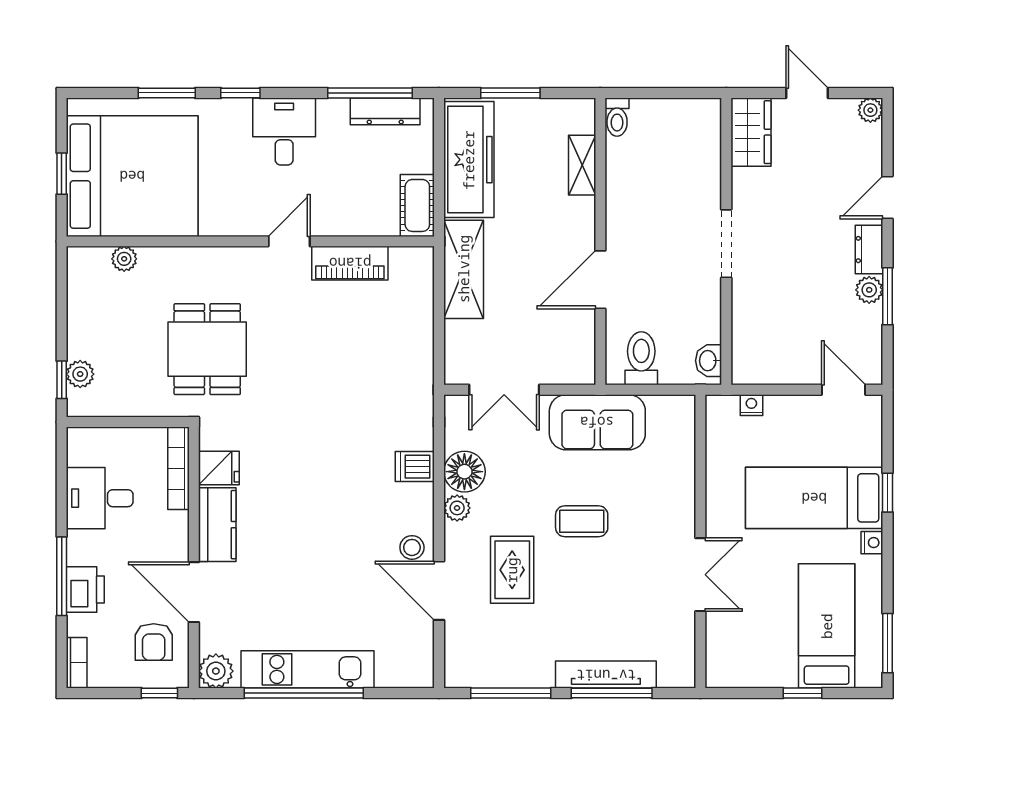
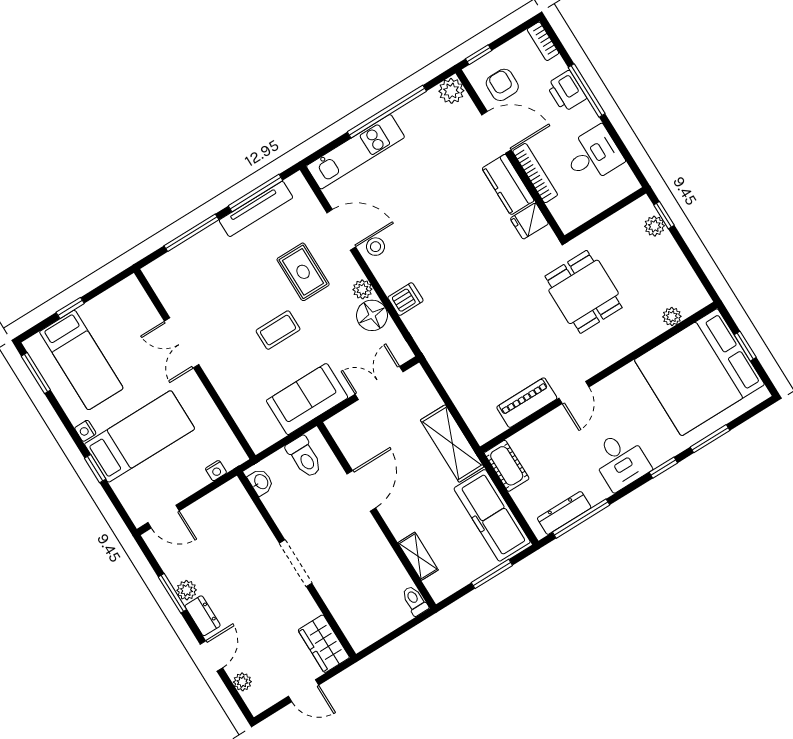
plant: (870, 110) -> (242, 682), moved
bookcase: (178, 468) -> (535, 173), moved
kitchen unit: (307, 669) -> (356, 152), moved
tv unit: (606, 675) -> (256, 209), moved

